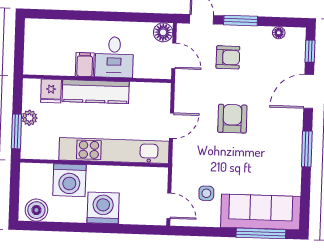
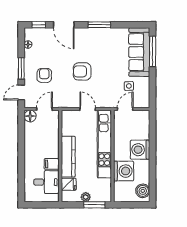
desk: (114, 57) -> (46, 182), moved
door: (169, 206) -> (125, 109), moved

